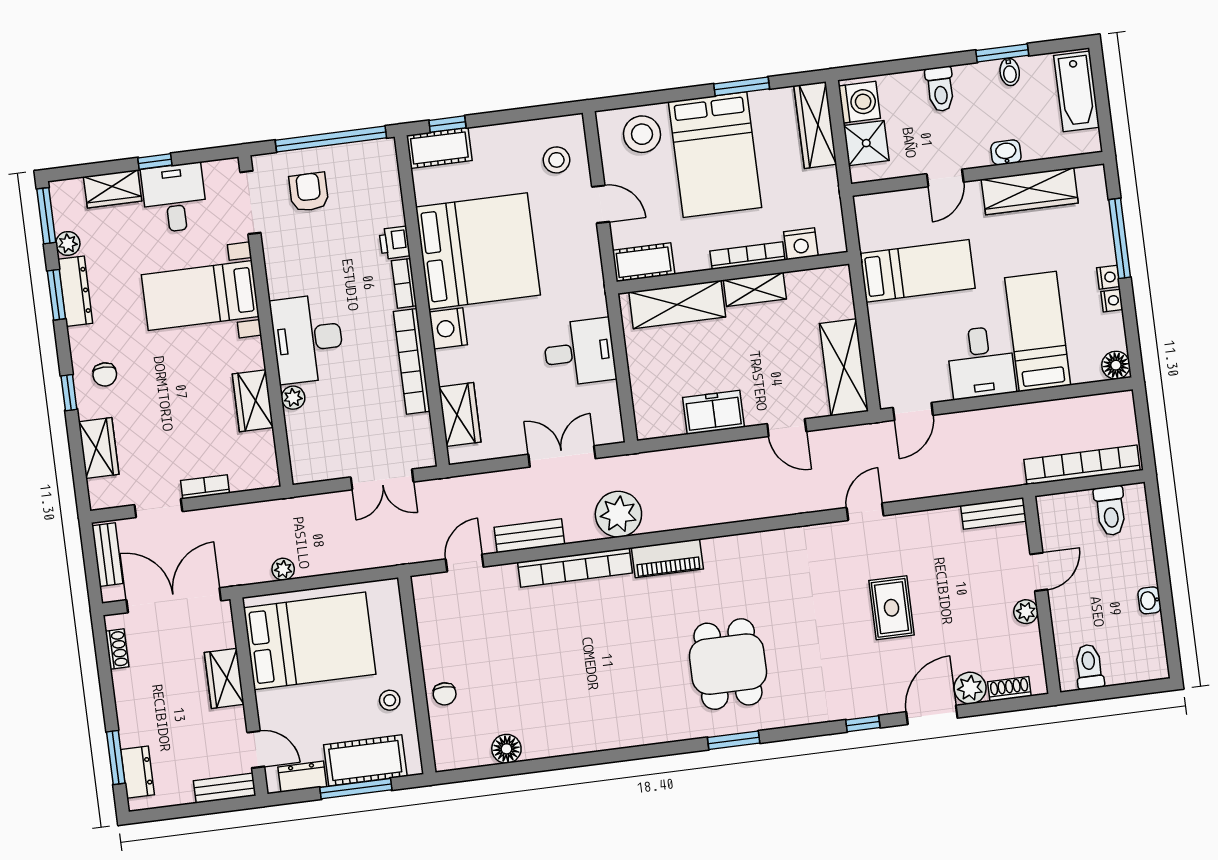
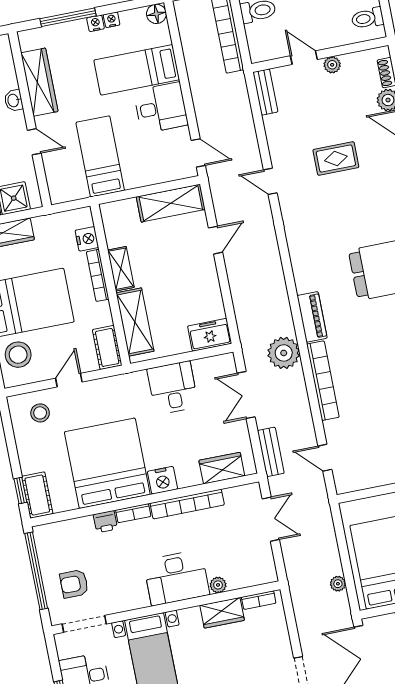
freezer: (714, 412) -> (210, 335), moved, turned 90
bookcase: (205, 487) -> (259, 600), moved, turned -90
bench: (529, 536) -> (271, 452), moved

